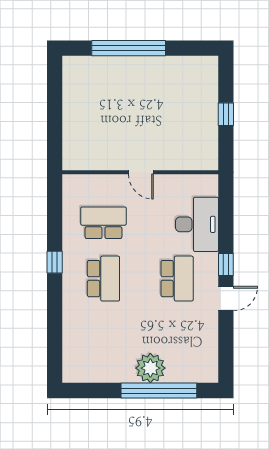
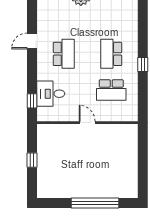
desk: (197, 224) -> (51, 94), width x0.73
window: (226, 265) -> (32, 101), moved
school desk: (177, 279) -> (64, 54), turned 180

